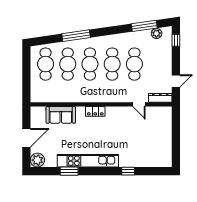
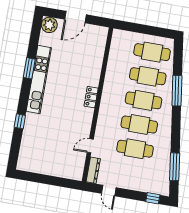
plant: (157, 33) -> (164, 179), removed
sofa: (61, 115) -> (94, 59), removed
door: (26, 138) -> (76, 17), hinge flipped
window: (69, 171) -> (29, 68), moved

